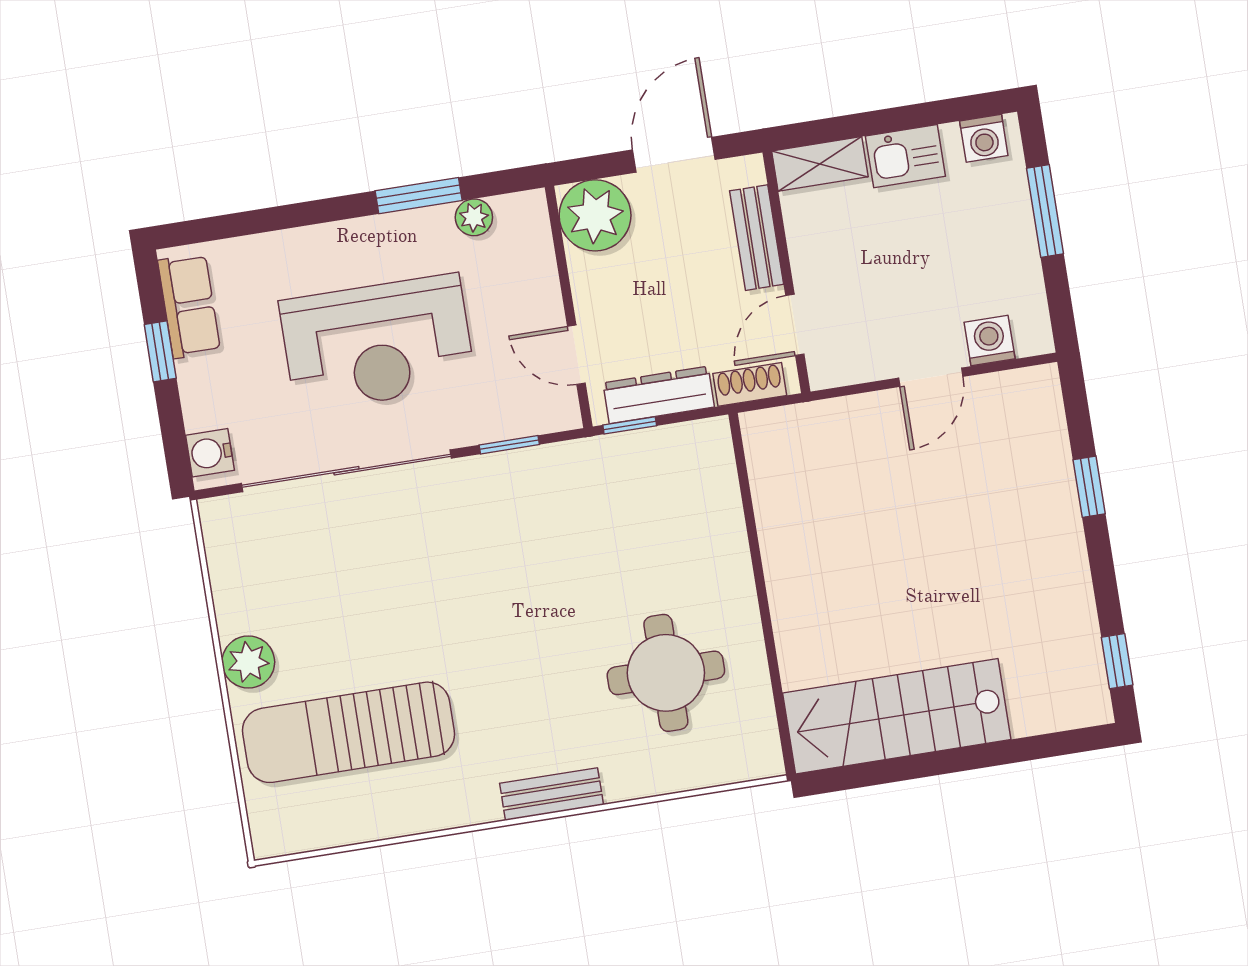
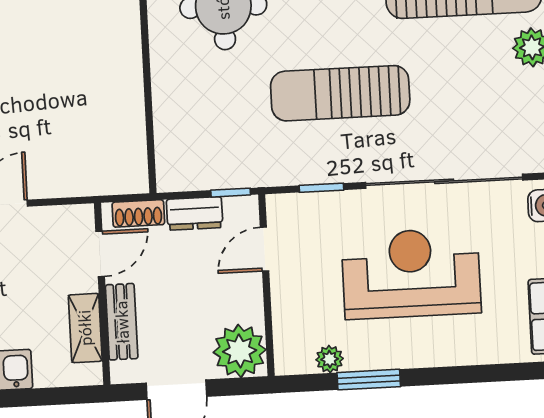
shelving: (820, 164) -> (85, 328), moved, turned 90
door: (576, 355) -> (264, 249), swing flipped
dresser: (659, 395) -> (195, 213), width x0.70
sun lounger: (498, 574) -> (340, 93), added

